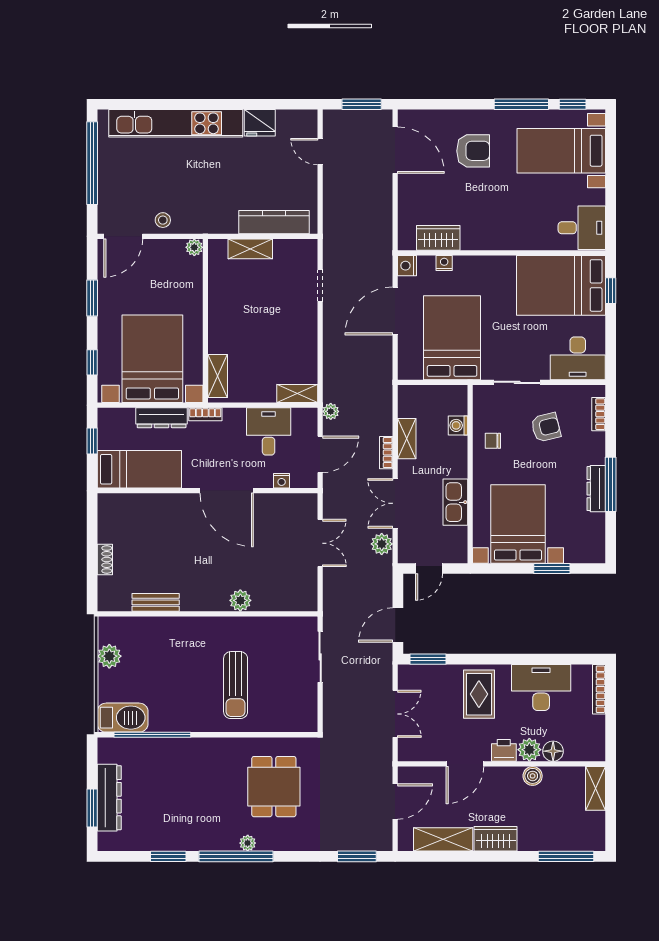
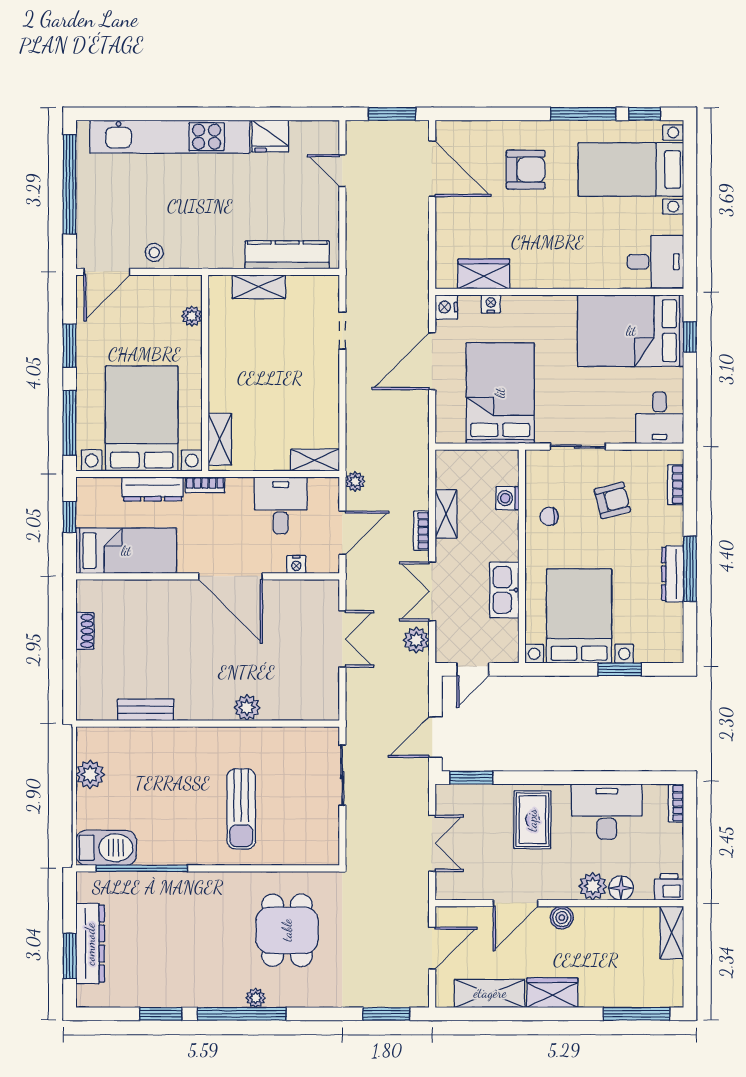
plant: (194, 247) -> (192, 316), moved
desk: (578, 358) -> (659, 418), width x0.73
window: (92, 362) -> (70, 423), width x2.17
shoe rack: (105, 559) -> (85, 631), moved
bookcase: (599, 689) -> (676, 803), width x0.64
printer: (504, 750) -> (669, 887), moved
boiler: (533, 776) -> (562, 918), moved

